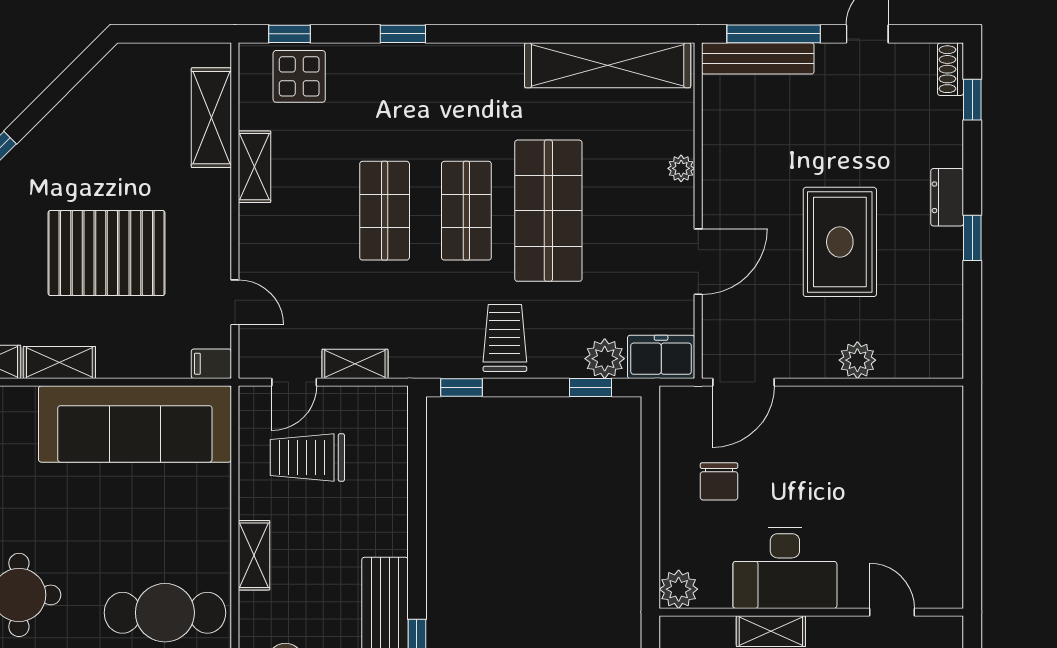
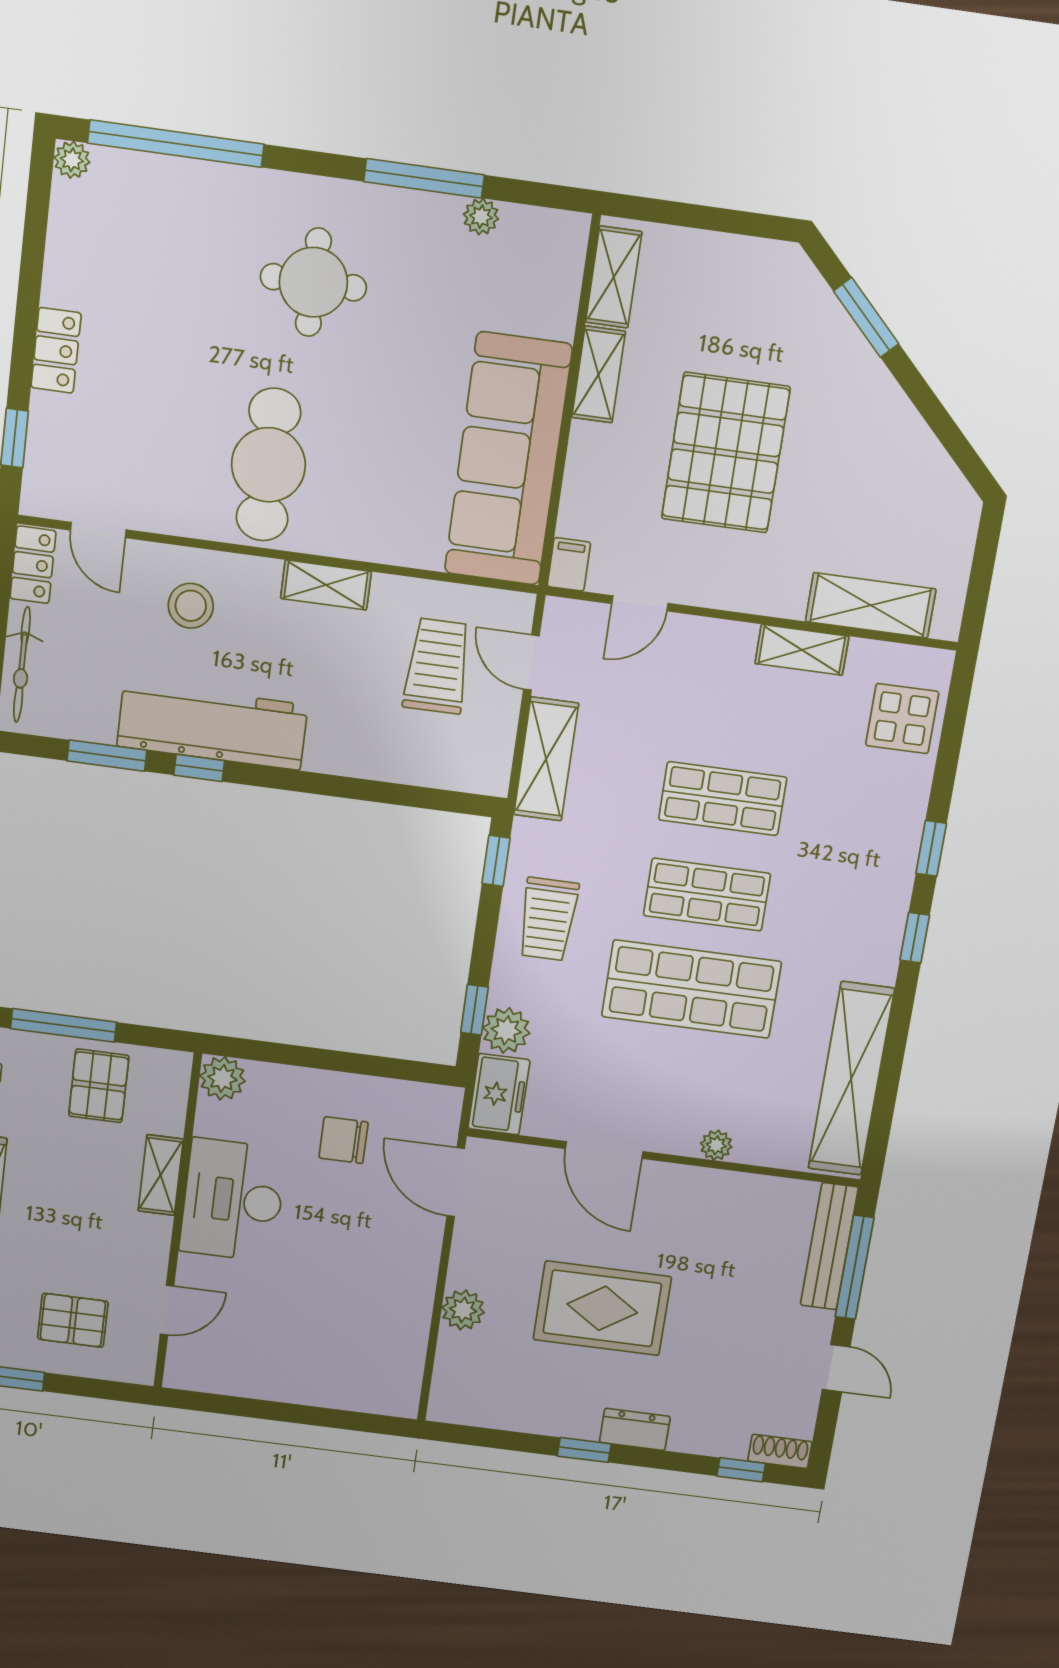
window: (289, 34) -> (915, 938), moved
trolley: (505, 338) -> (548, 919), turned 90
shelving: (355, 364) -> (546, 759), width x1.50, depth x1.33

